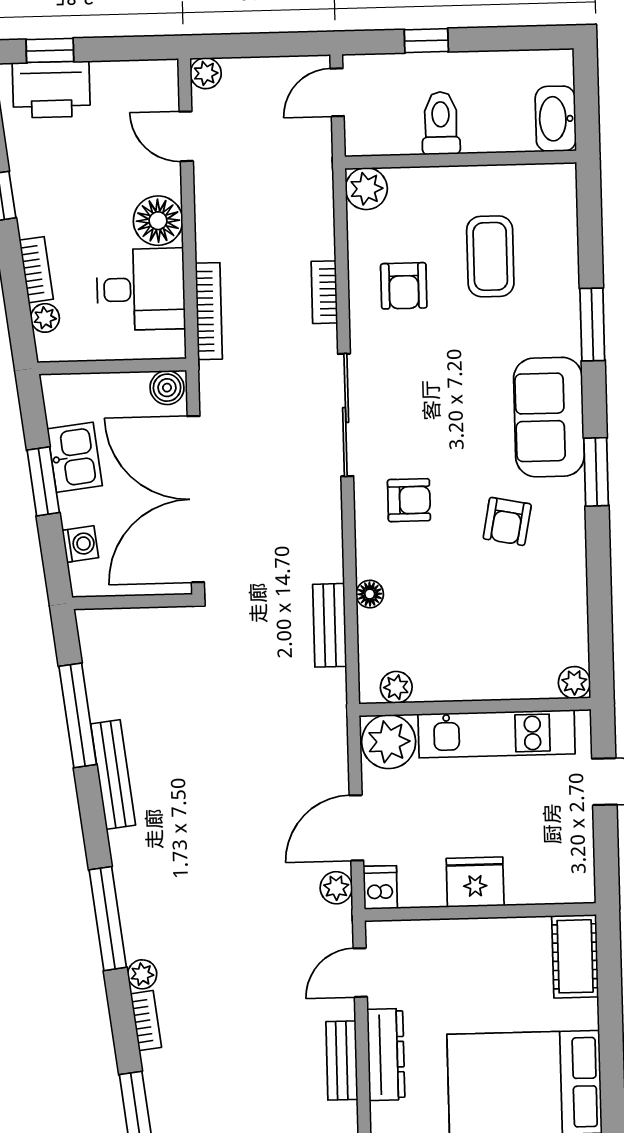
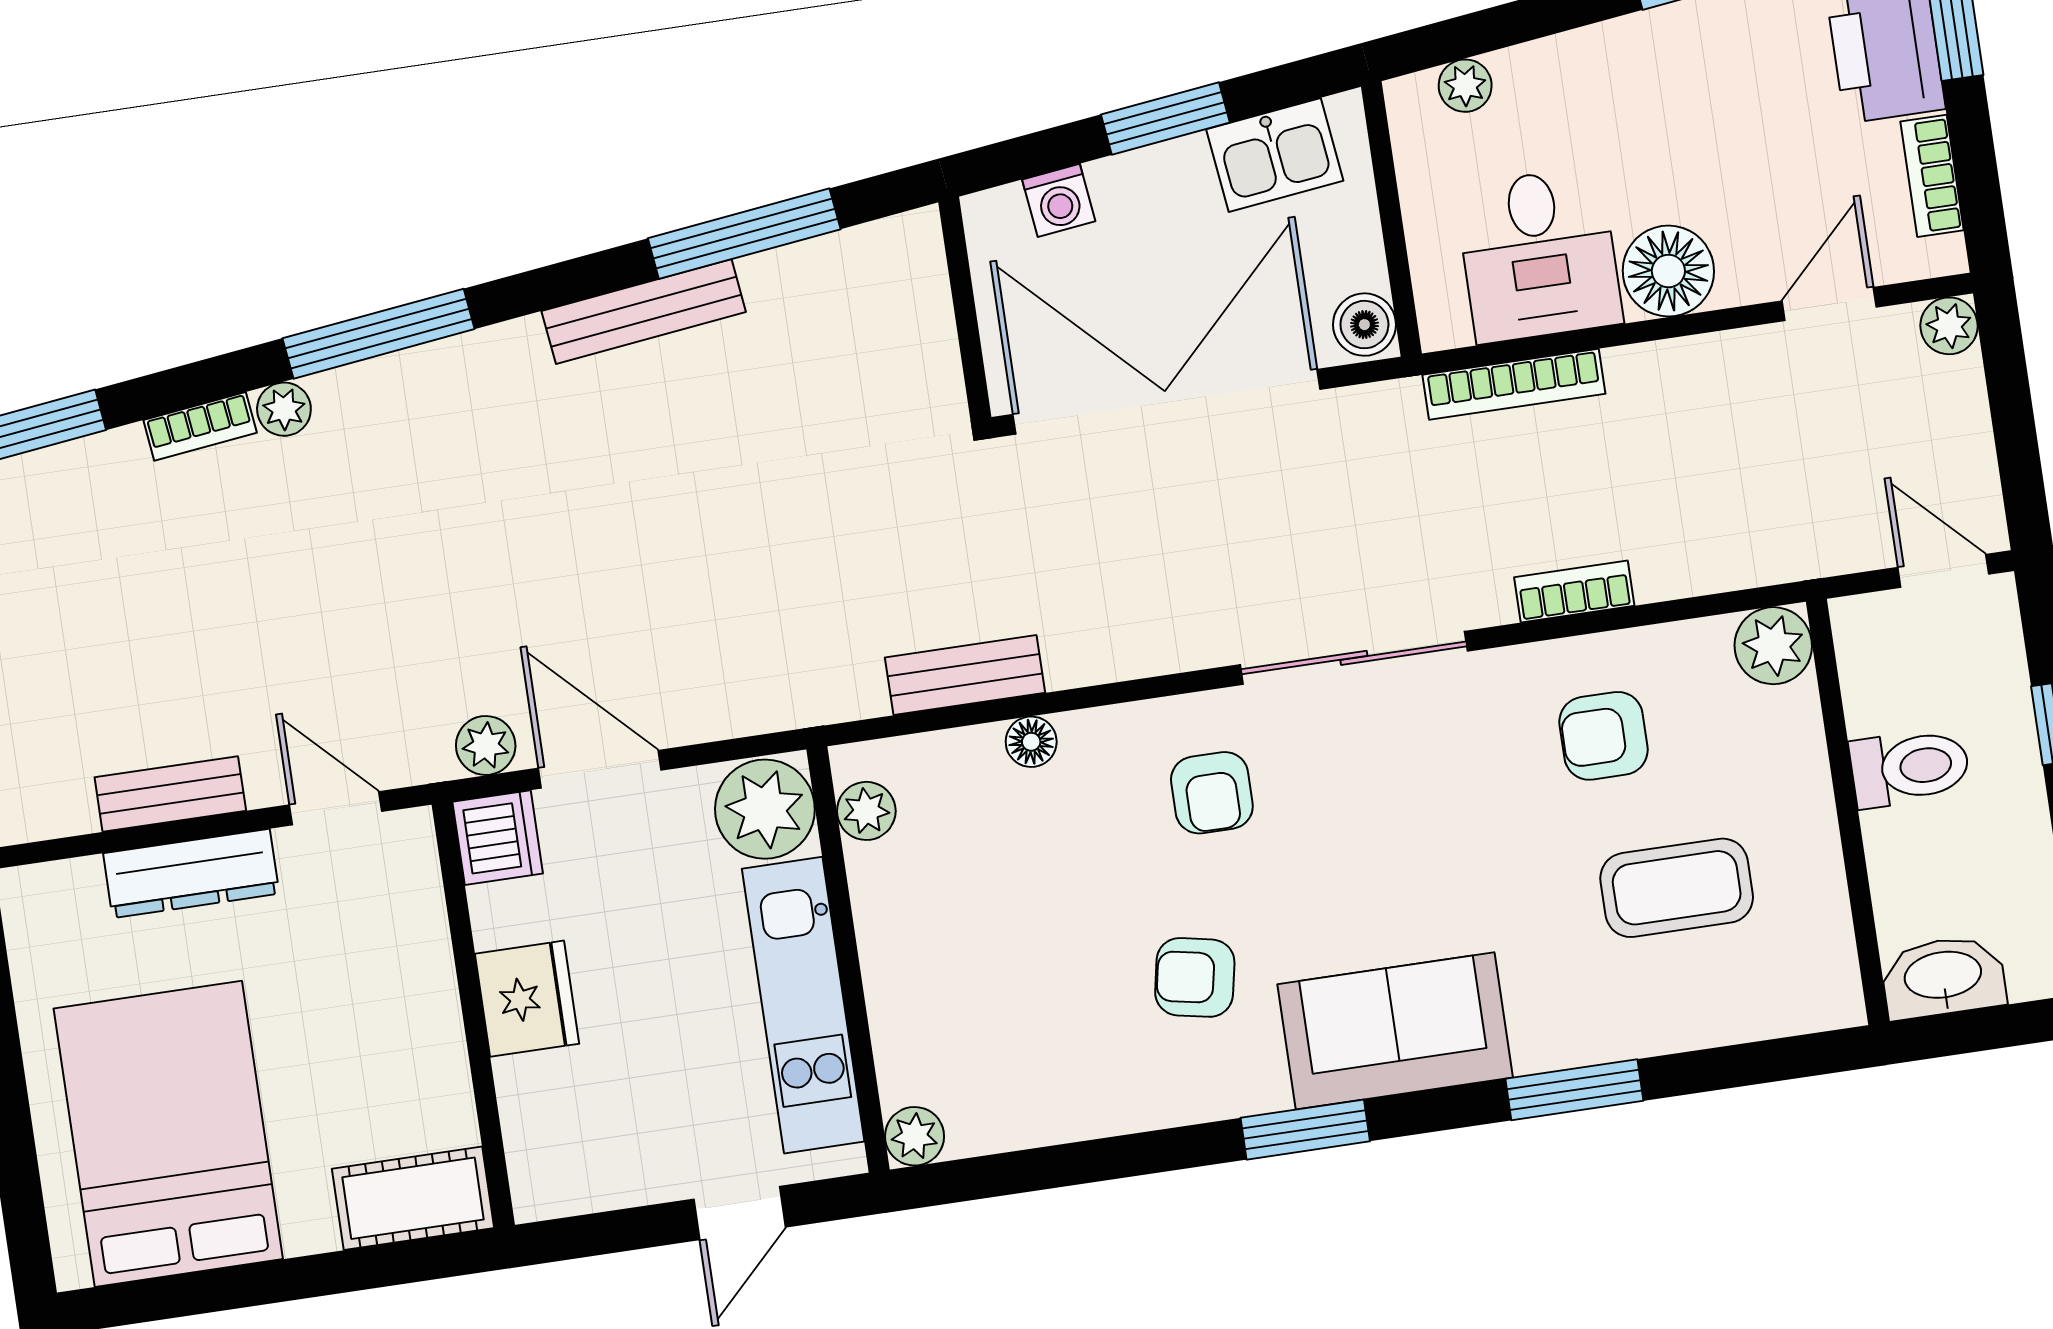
bookcase: (36, 270) -> (1932, 176), moved, turned 97
kitchen sink: (75, 457) -> (1275, 155), moved
dishwasher: (380, 887) -> (498, 838), width x1.38

